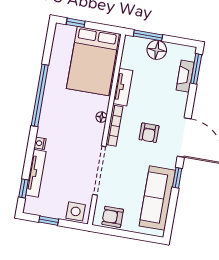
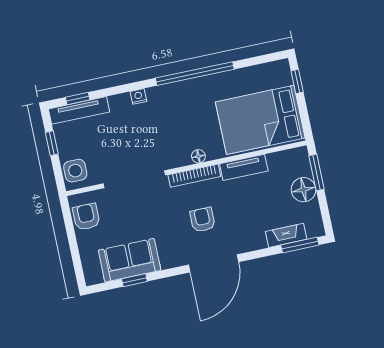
armchair: (149, 133) -> (203, 220), turned 90
tv unit: (36, 173) -> (79, 110), moved
window: (177, 178) -> (134, 280), moved
sofa: (157, 198) -> (130, 260), width x0.73

